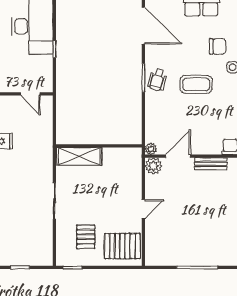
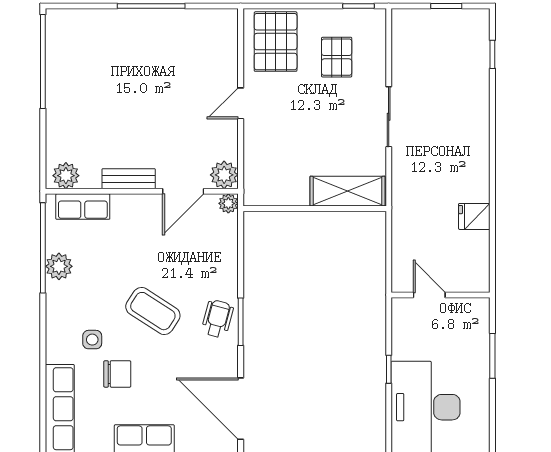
chair: (218, 46) -> (117, 374), turned 180
coffee table: (196, 84) -> (153, 311), turned 33
pallet: (122, 246) -> (276, 42), turned 90

